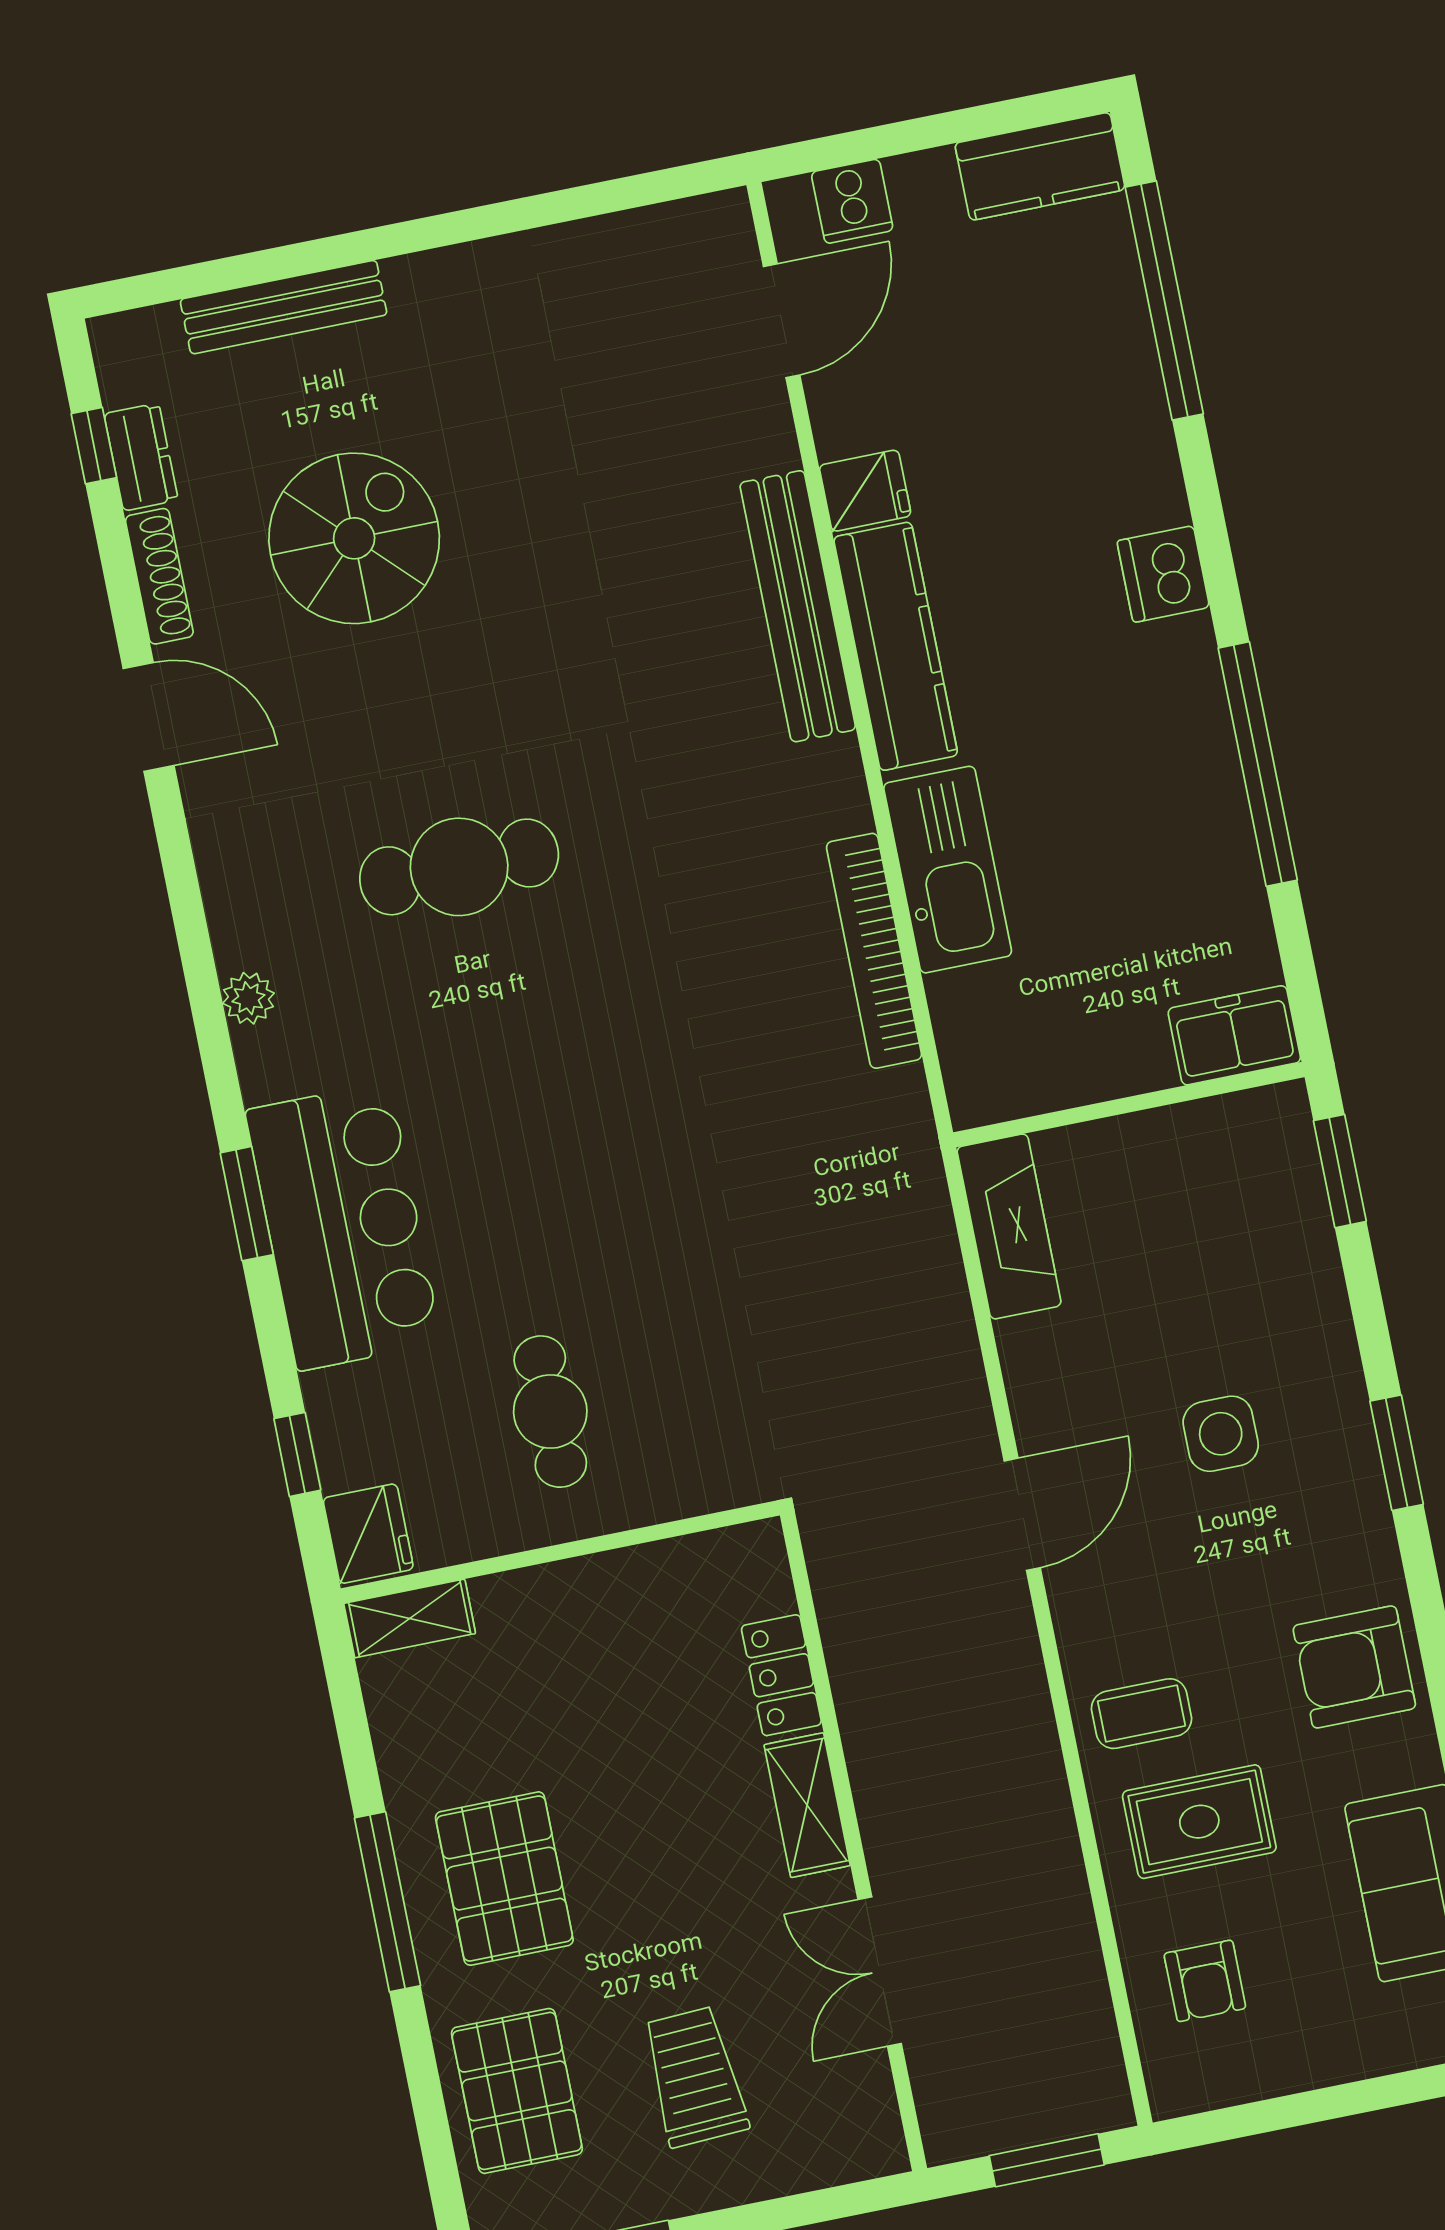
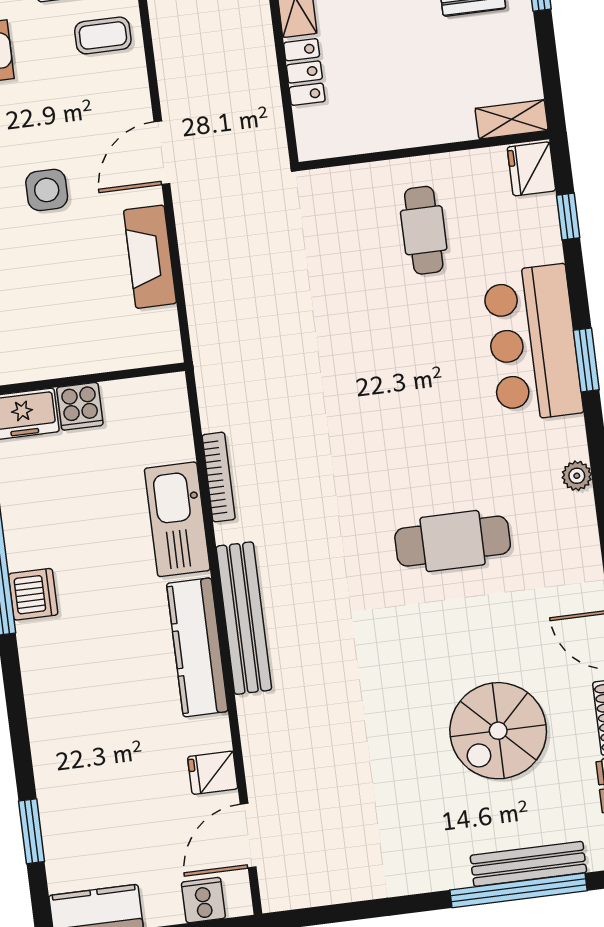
window: (298, 259) -> (518, 890), added
window: (1164, 300) -> (32, 831), width x0.47
fridge: (865, 491) -> (213, 773), moved
dishwasher: (1163, 574) -> (33, 594), moved
bench: (798, 606) -> (244, 618), moved
bookcase: (874, 951) -> (219, 477), width x0.68, depth x0.76
cooker: (1134, 1056) -> (80, 406), added
fireplace: (1009, 1226) -> (150, 257), moved

